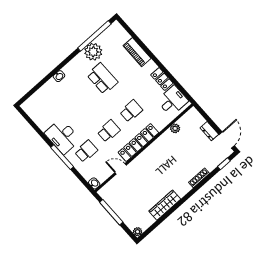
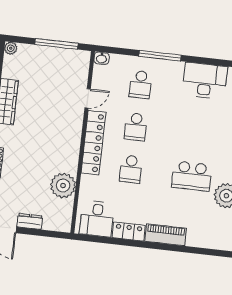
piano: (137, 52) -> (166, 235), moved
plant: (175, 128) -> (63, 186), width x1.87, depth x1.87
desk: (62, 136) -> (205, 81), moved

